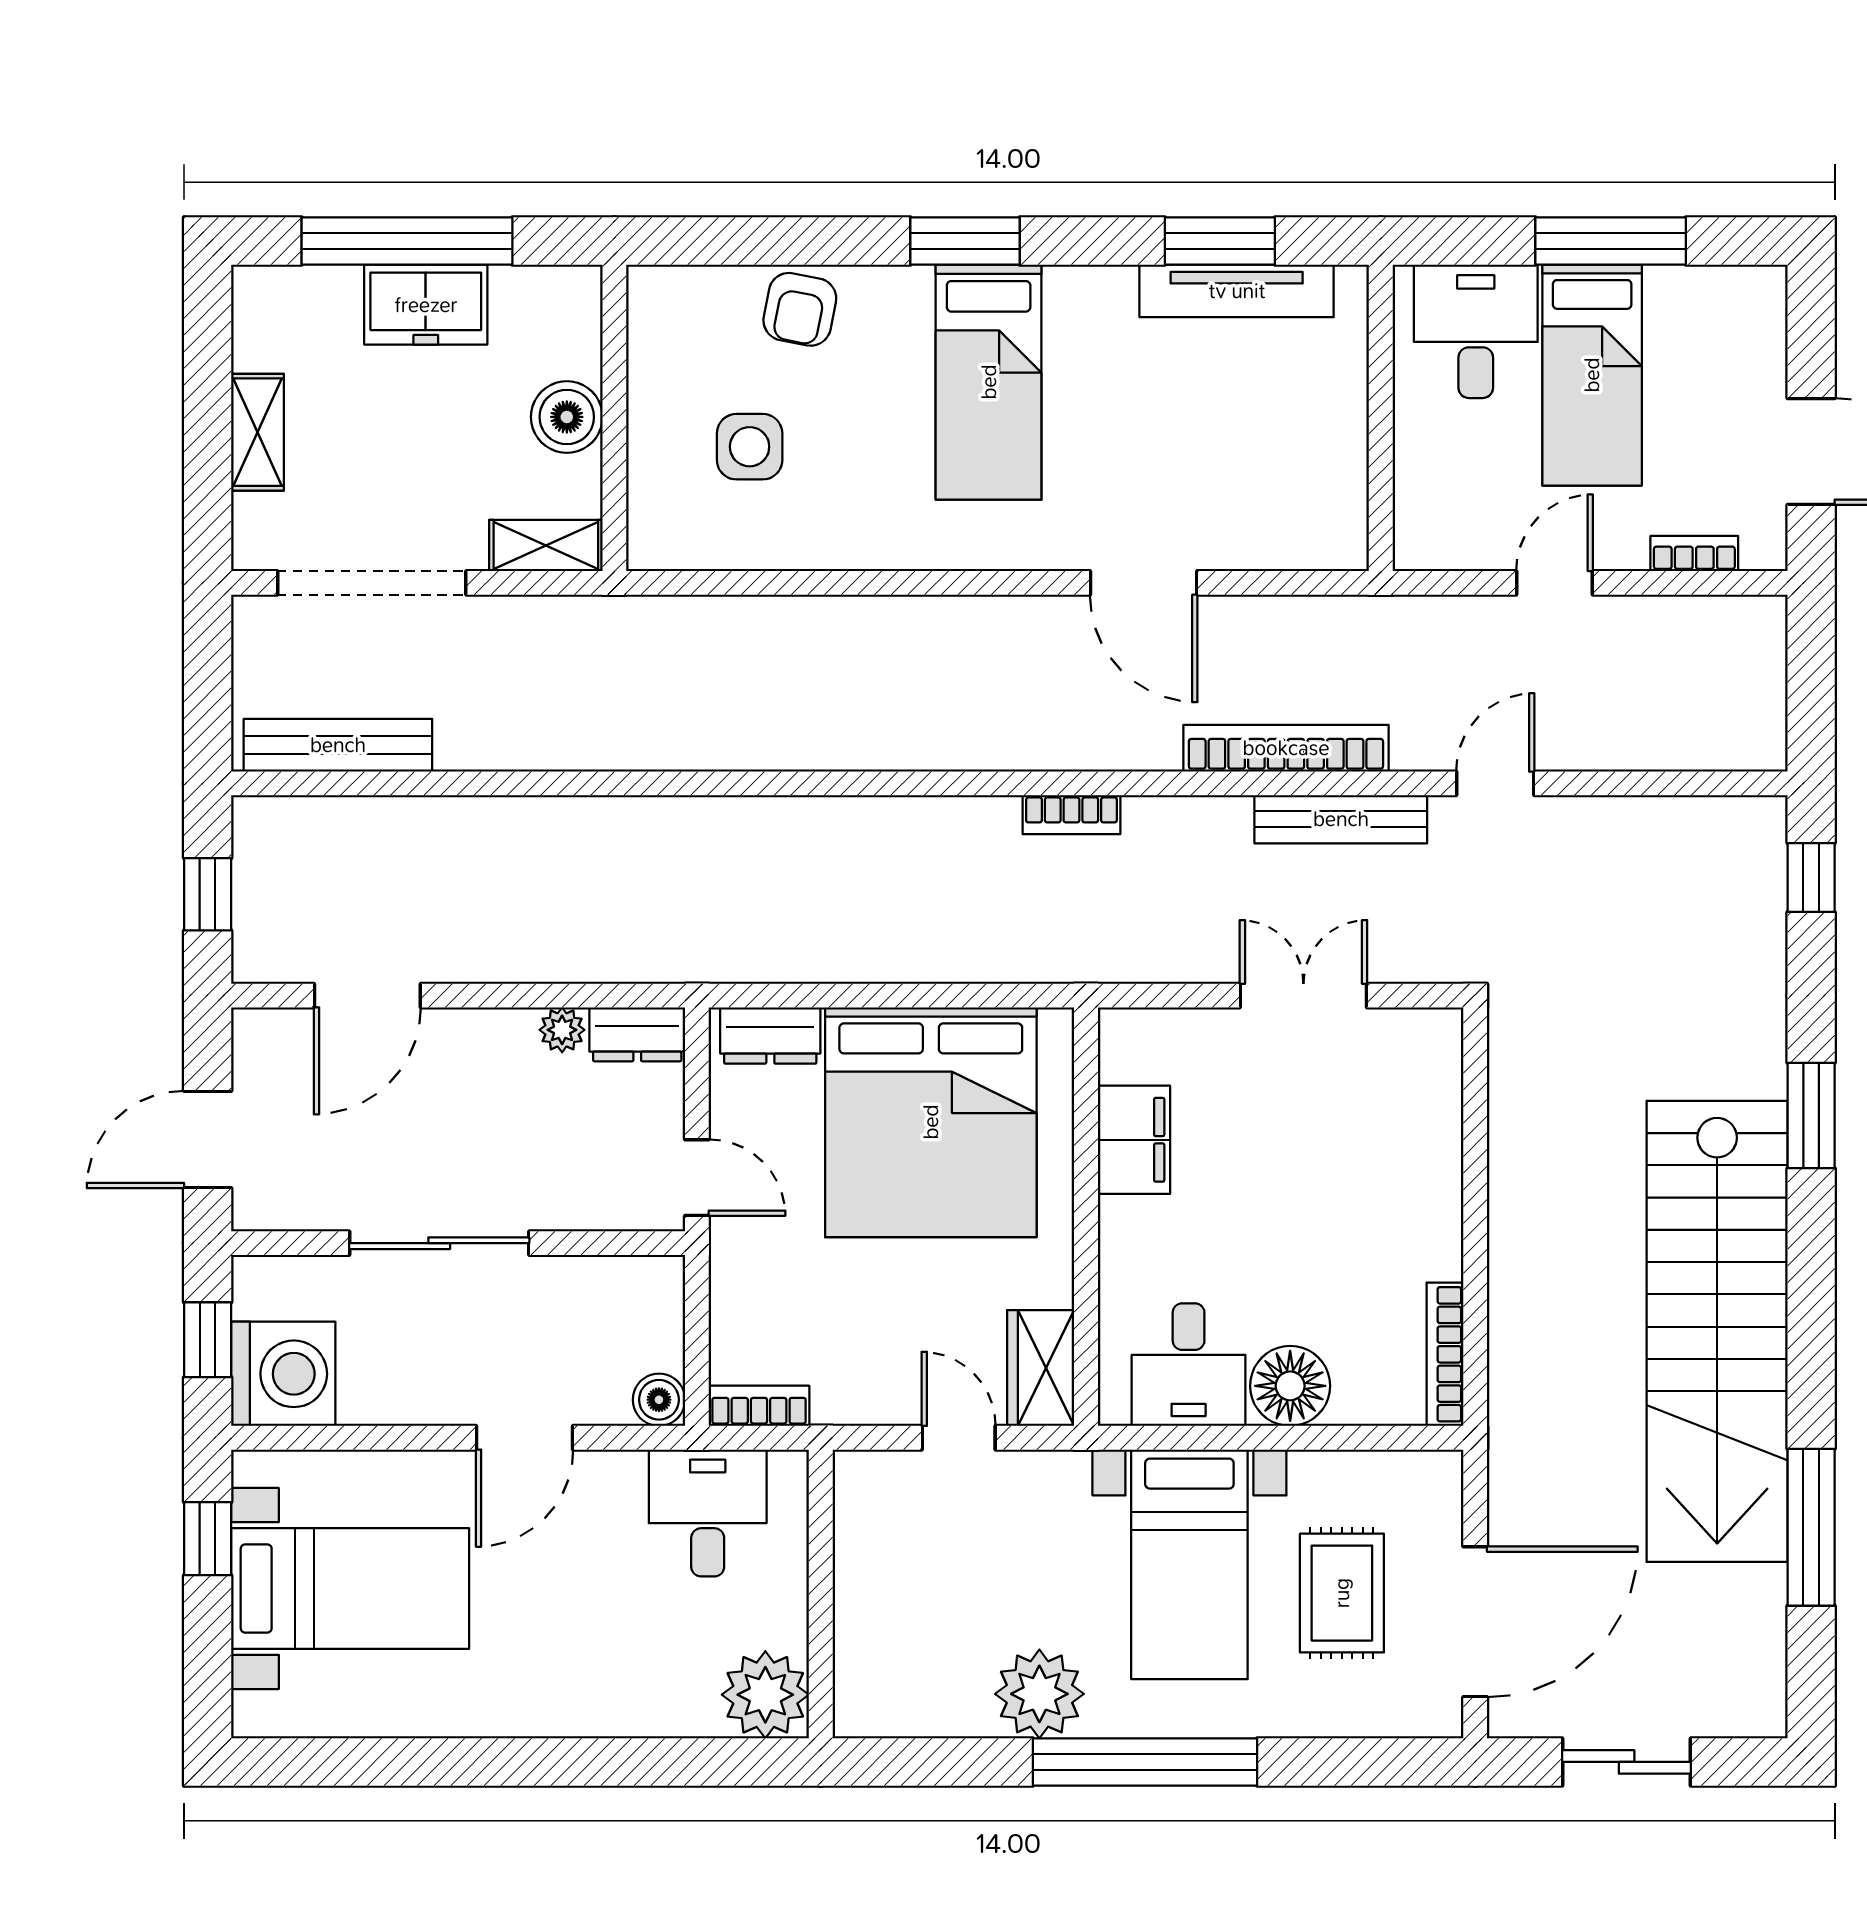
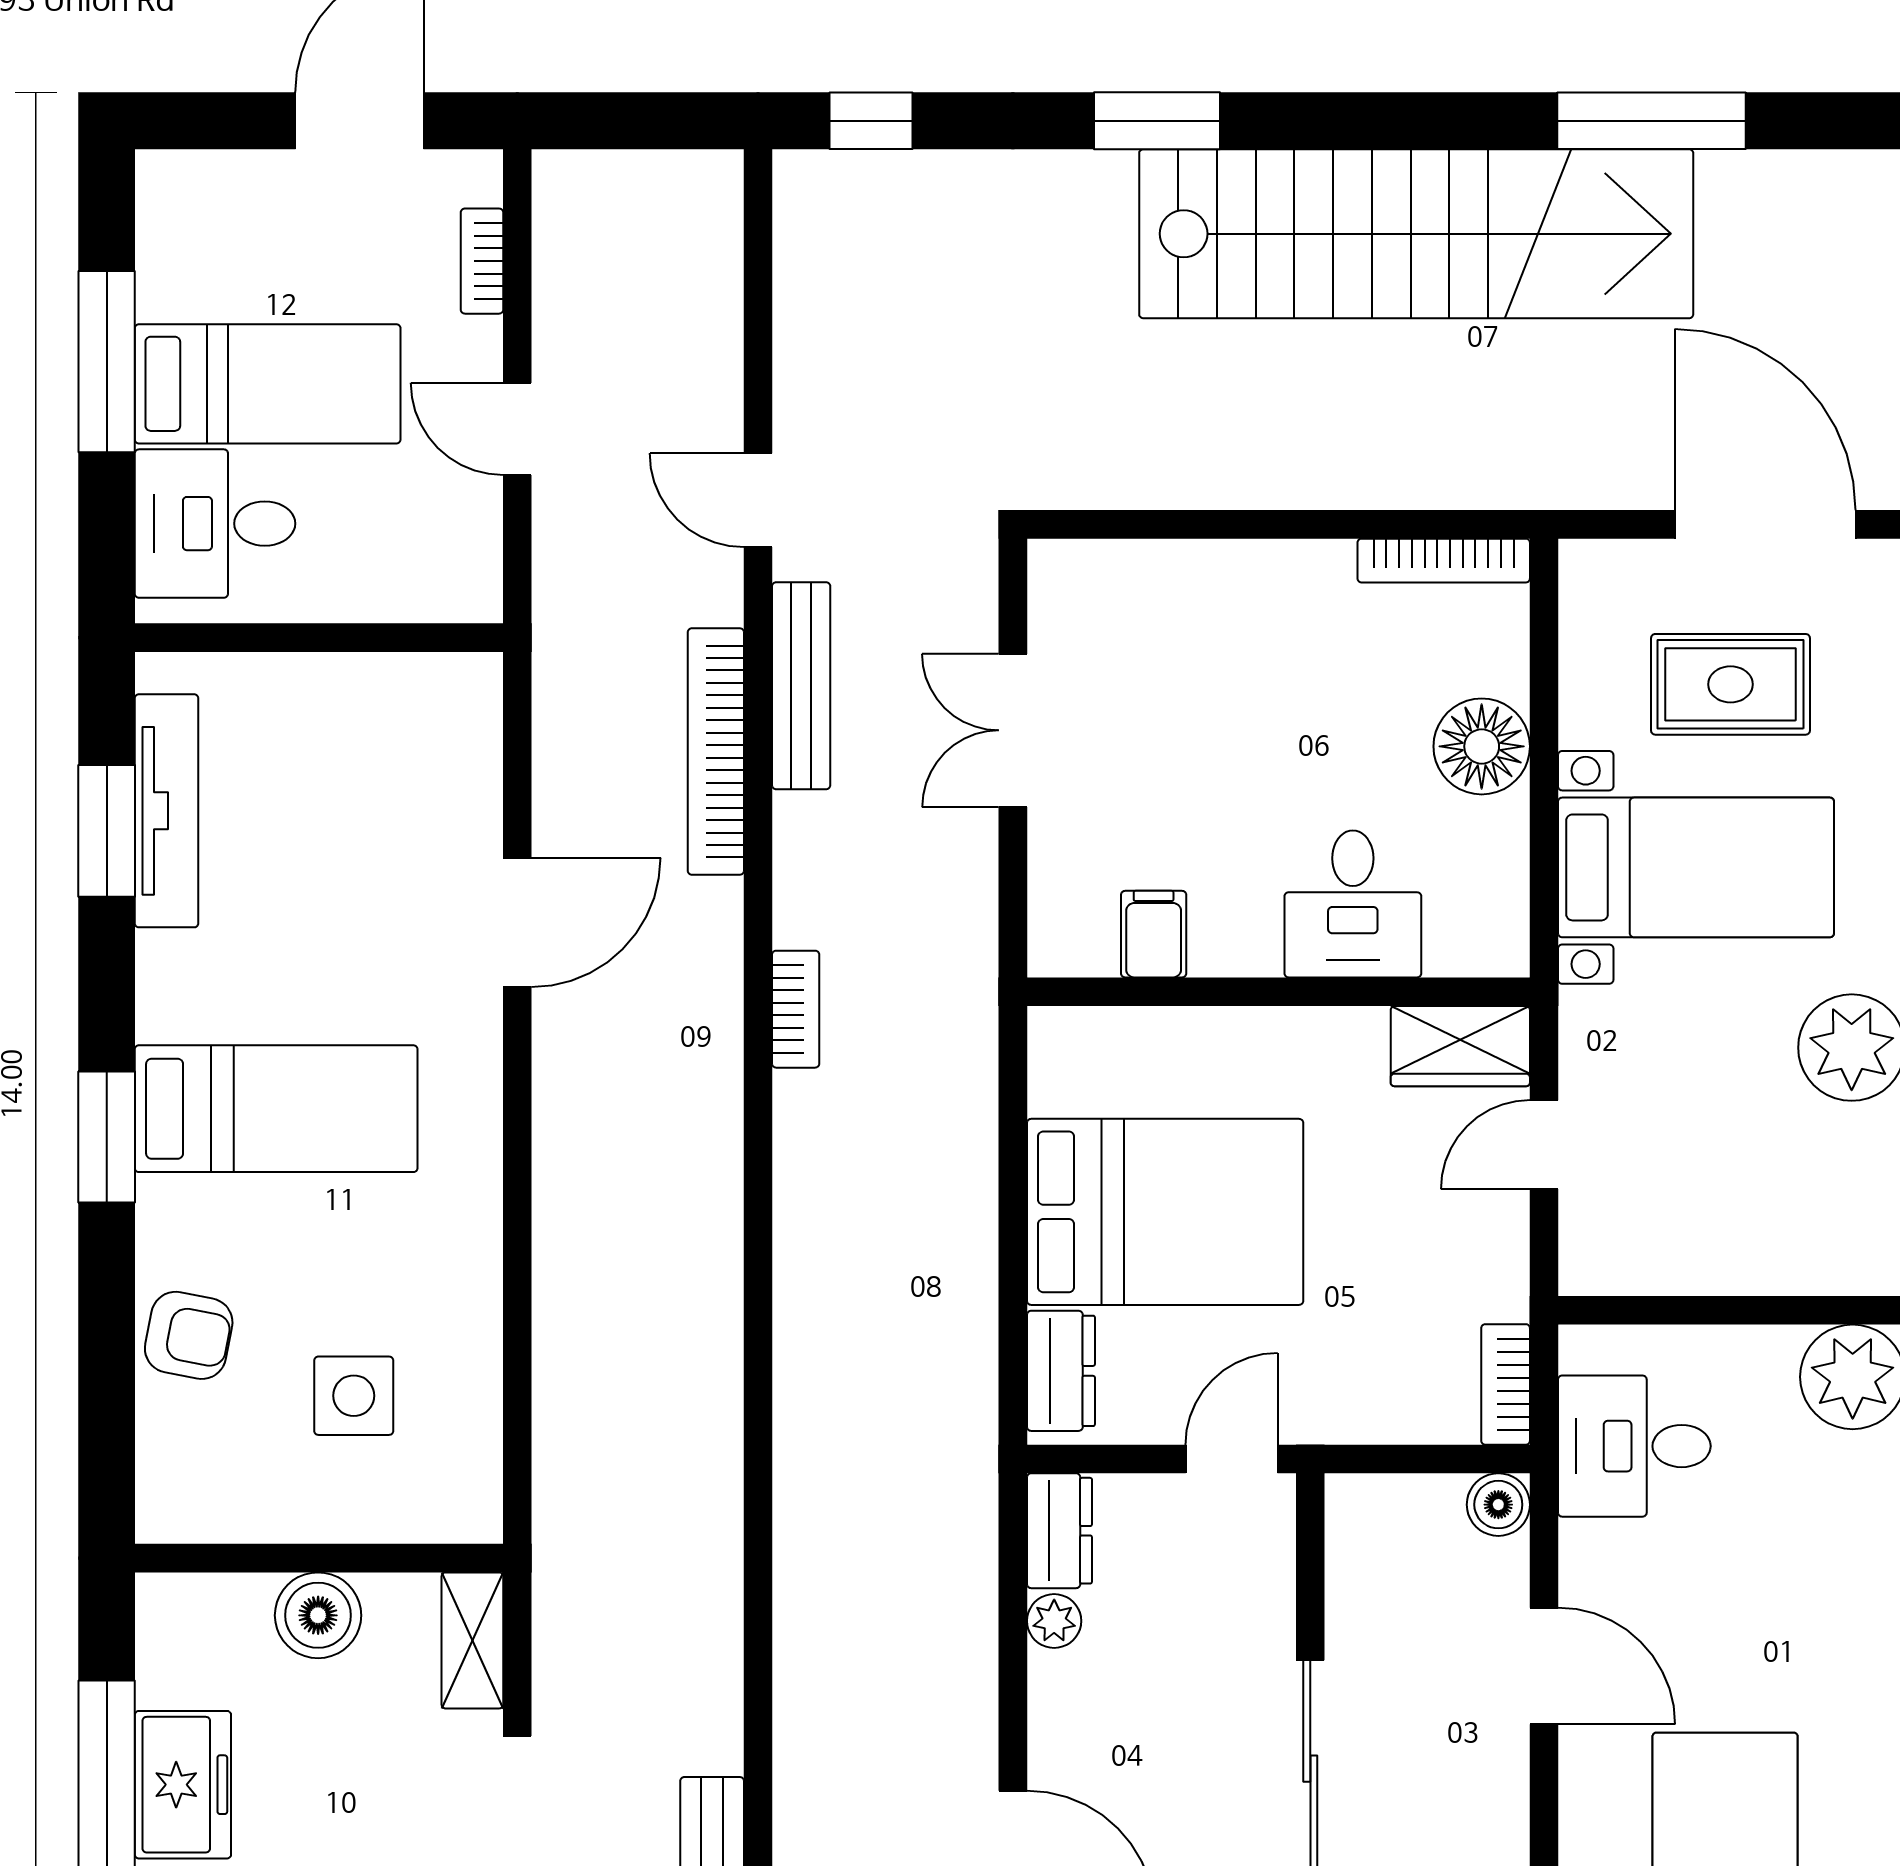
bed: (931, 1122) -> (1165, 1212), width x0.73
filing cabinet: (1134, 1140) -> (1154, 934), width x0.50
desk: (1189, 1365) -> (1353, 904), moved, turned 90

